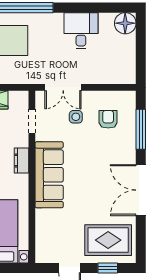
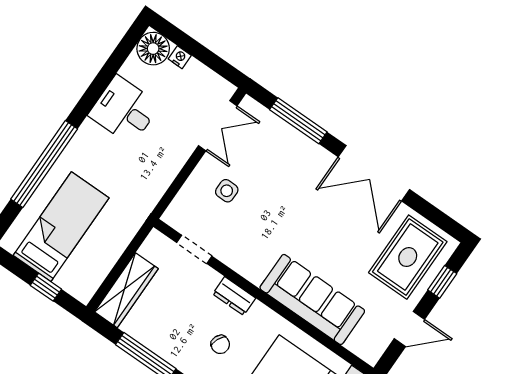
nightstand: (131, 41) -> (180, 57), added
double door: (63, 87) -> (218, 126), moved
armchair: (108, 119) -> (258, 153), removed
sofa: (49, 175) -> (312, 299), moved

